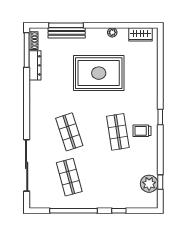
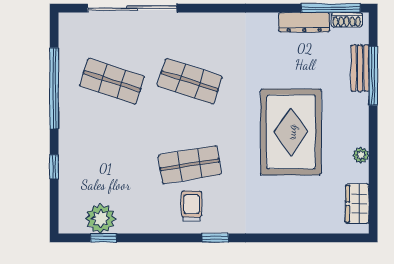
bench: (67, 33) -> (360, 68), width x0.73
shop shelf: (69, 132) -> (190, 81), turned 36
shop shelf: (69, 177) -> (112, 81), turned 33

